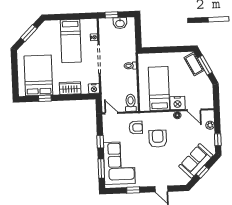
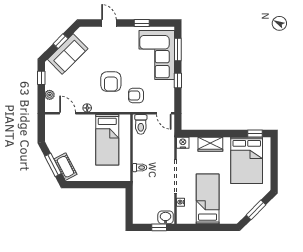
washbasin: (120, 23) -> (166, 217), moved
window: (45, 98) -> (255, 134), moved
nightstand: (177, 103) -> (86, 122), removed

